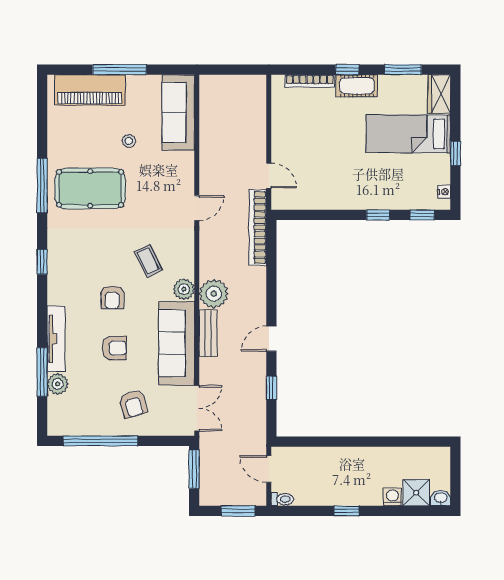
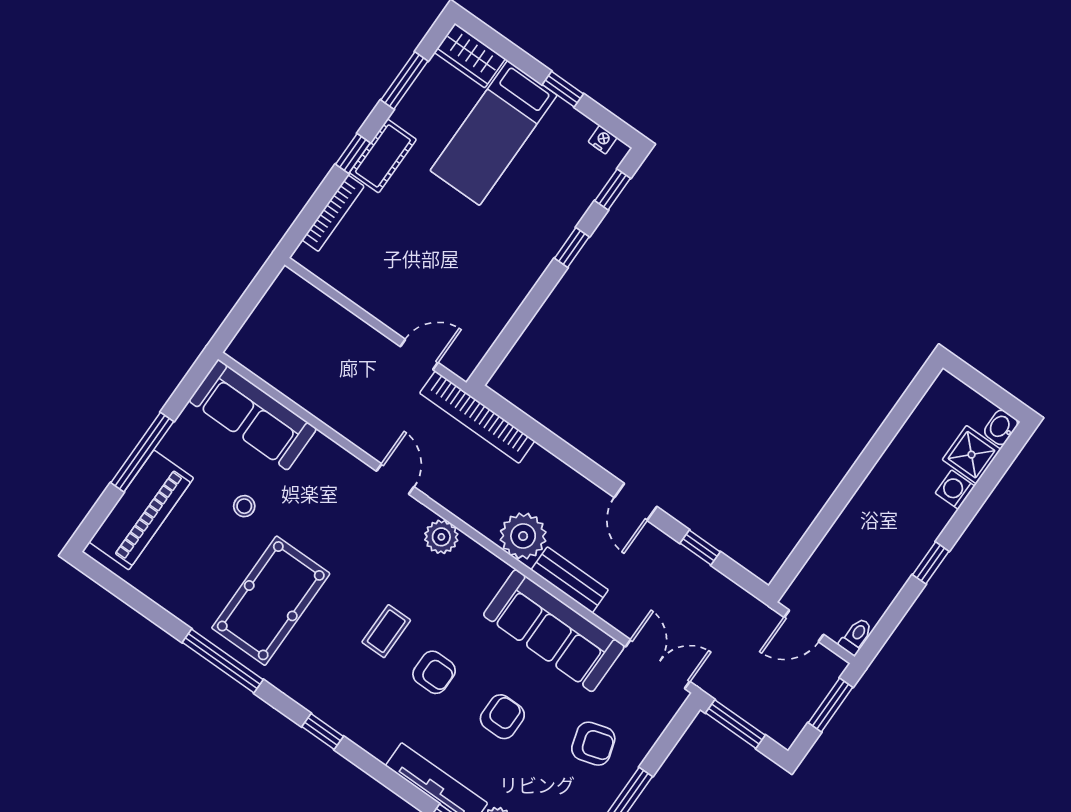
coffee table: (148, 261) -> (386, 631), moved, turned -64
plant: (184, 289) -> (441, 537), moved

